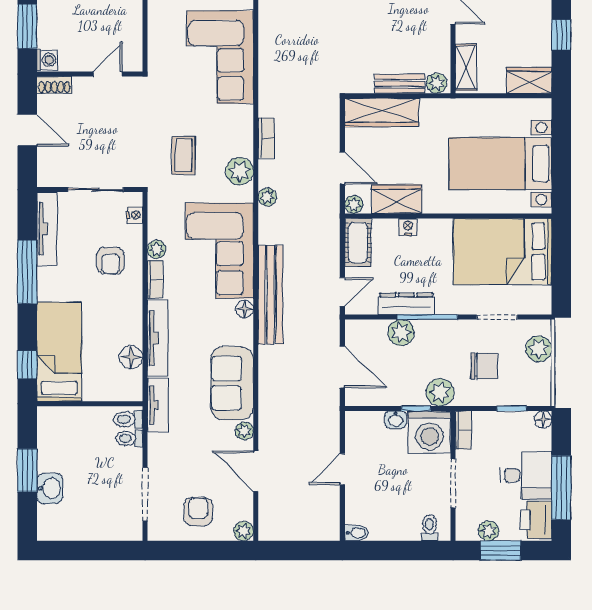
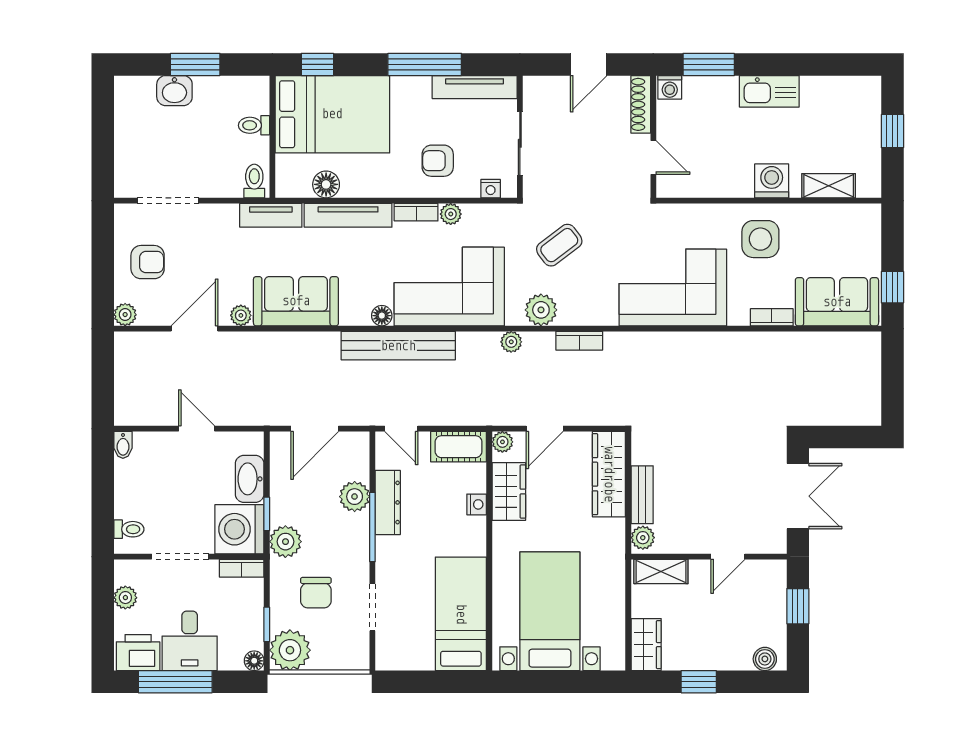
shoe rack: (54, 85) -> (641, 104), width x1.43
coffee table: (184, 155) -> (559, 245), turned -37
bed: (503, 252) -> (461, 614), width x0.67
plant: (539, 349) -> (290, 650), moved, width x1.36, depth x1.36
bed: (59, 352) -> (332, 114), width x1.50
washbasin: (396, 420) -> (250, 479), width x1.91, depth x1.45
toilet: (129, 438) -> (254, 125), moved, turned -90
window: (501, 550) -> (103, 612), removed

